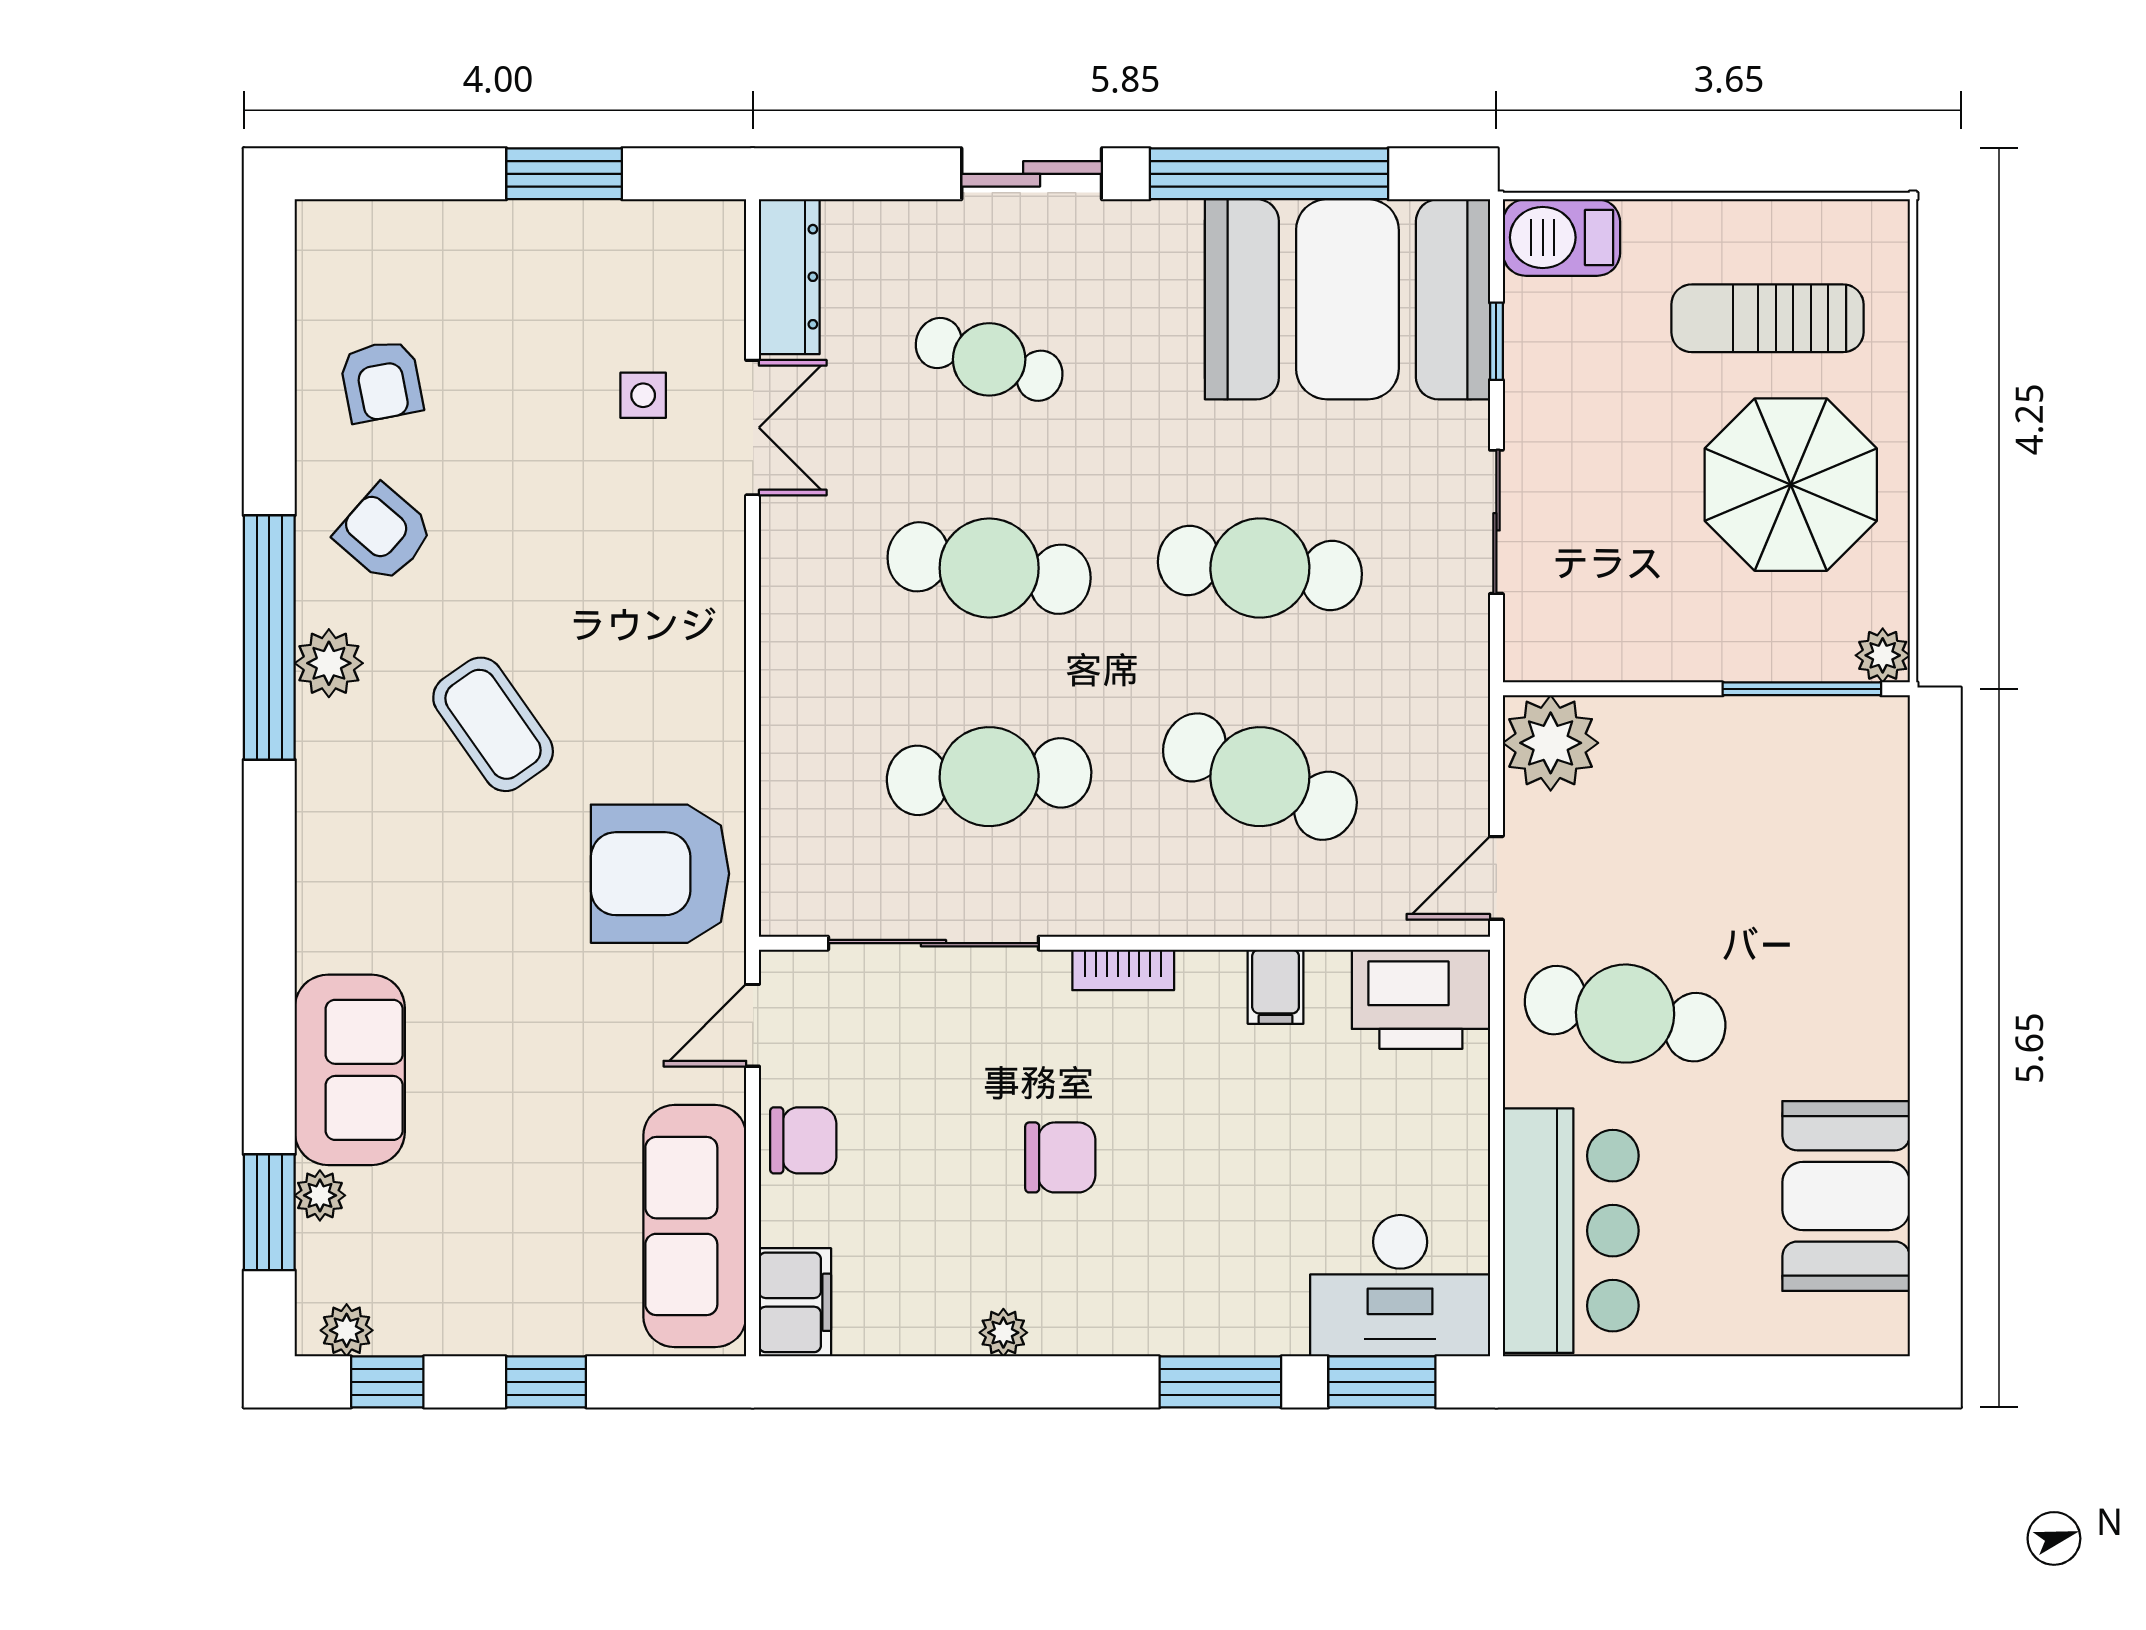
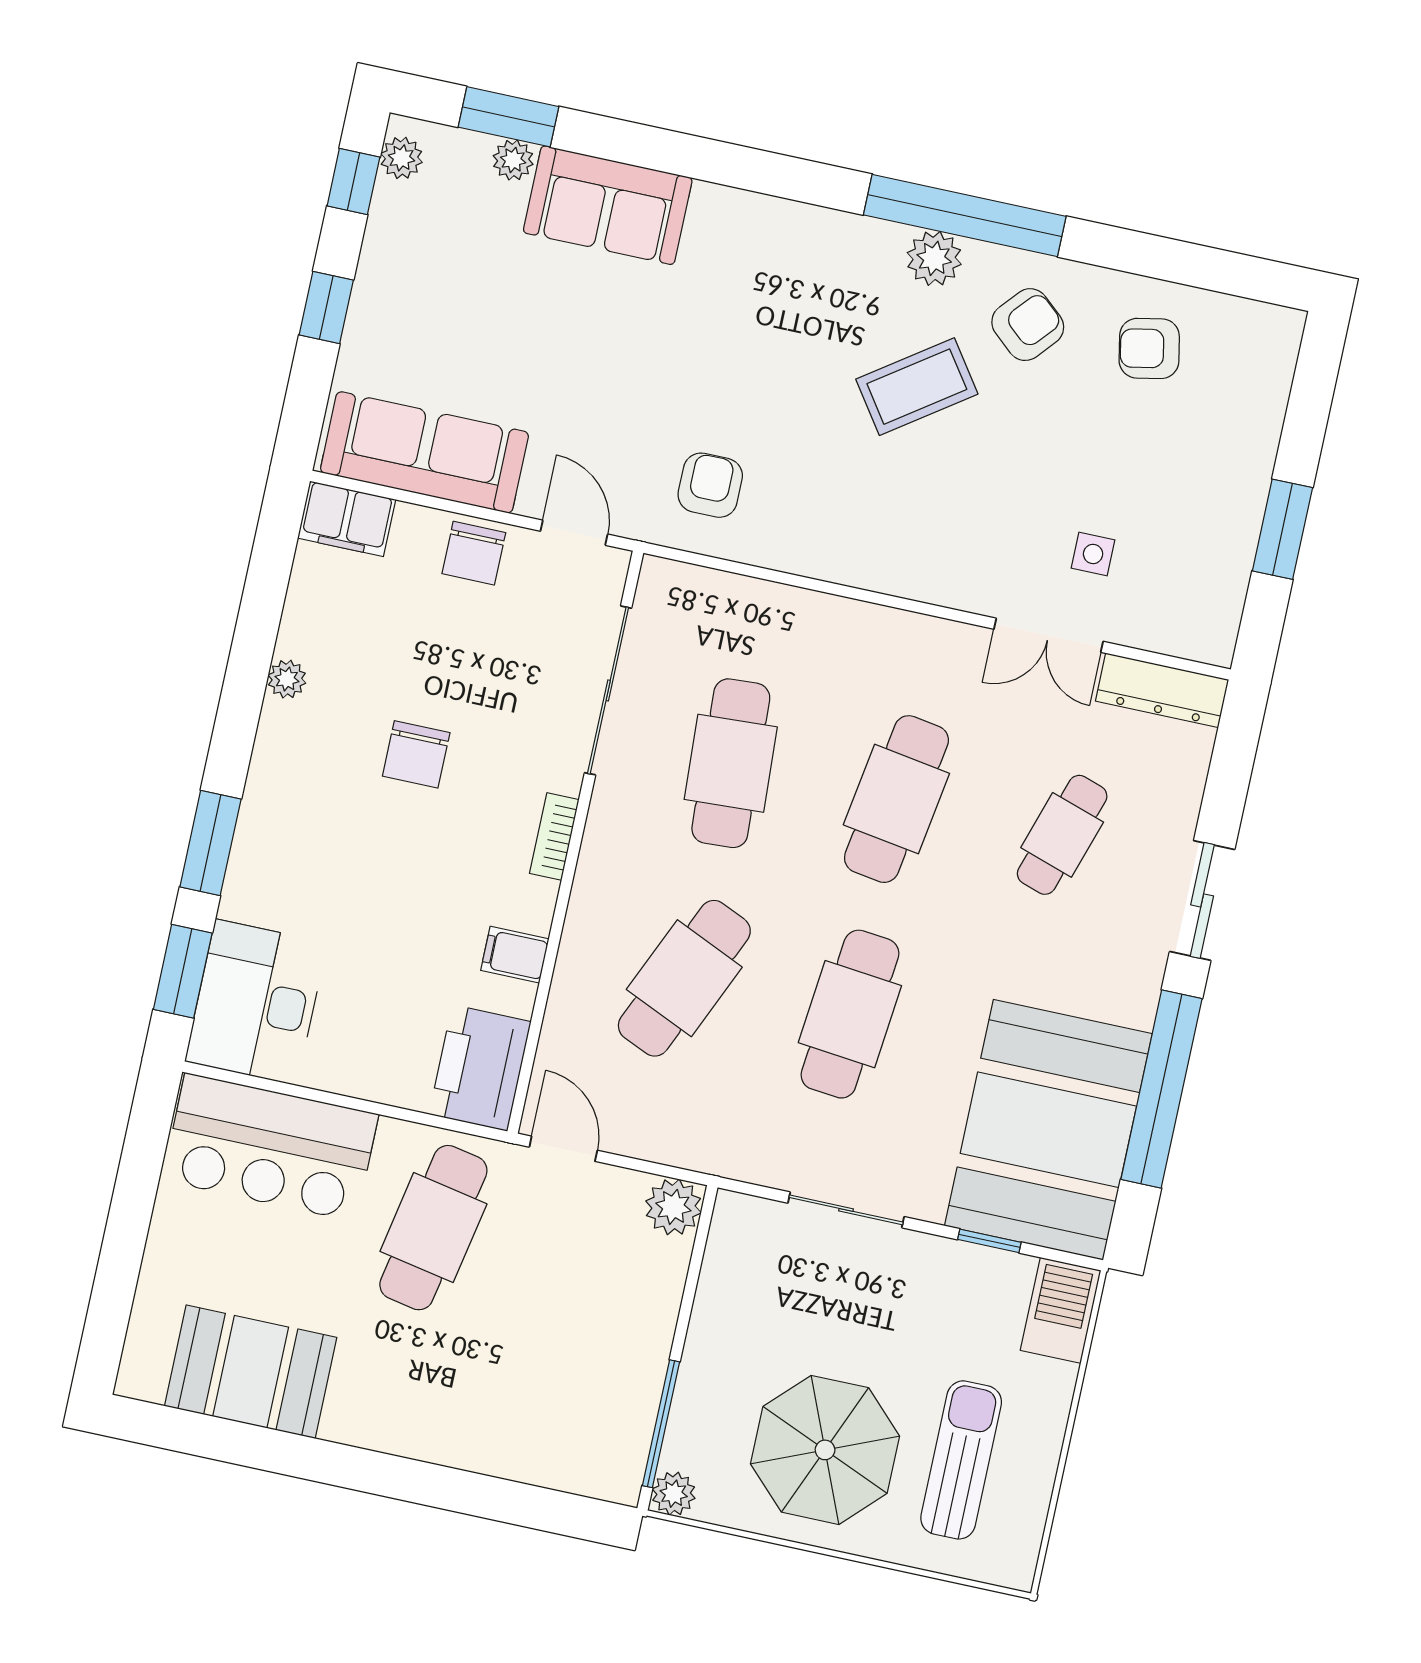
coffee table: (493, 724) -> (917, 387), moved
plant: (1551, 743) -> (673, 1207), width x0.73, depth x0.73
armchair: (660, 874) -> (710, 485), width x0.53, depth x0.53

